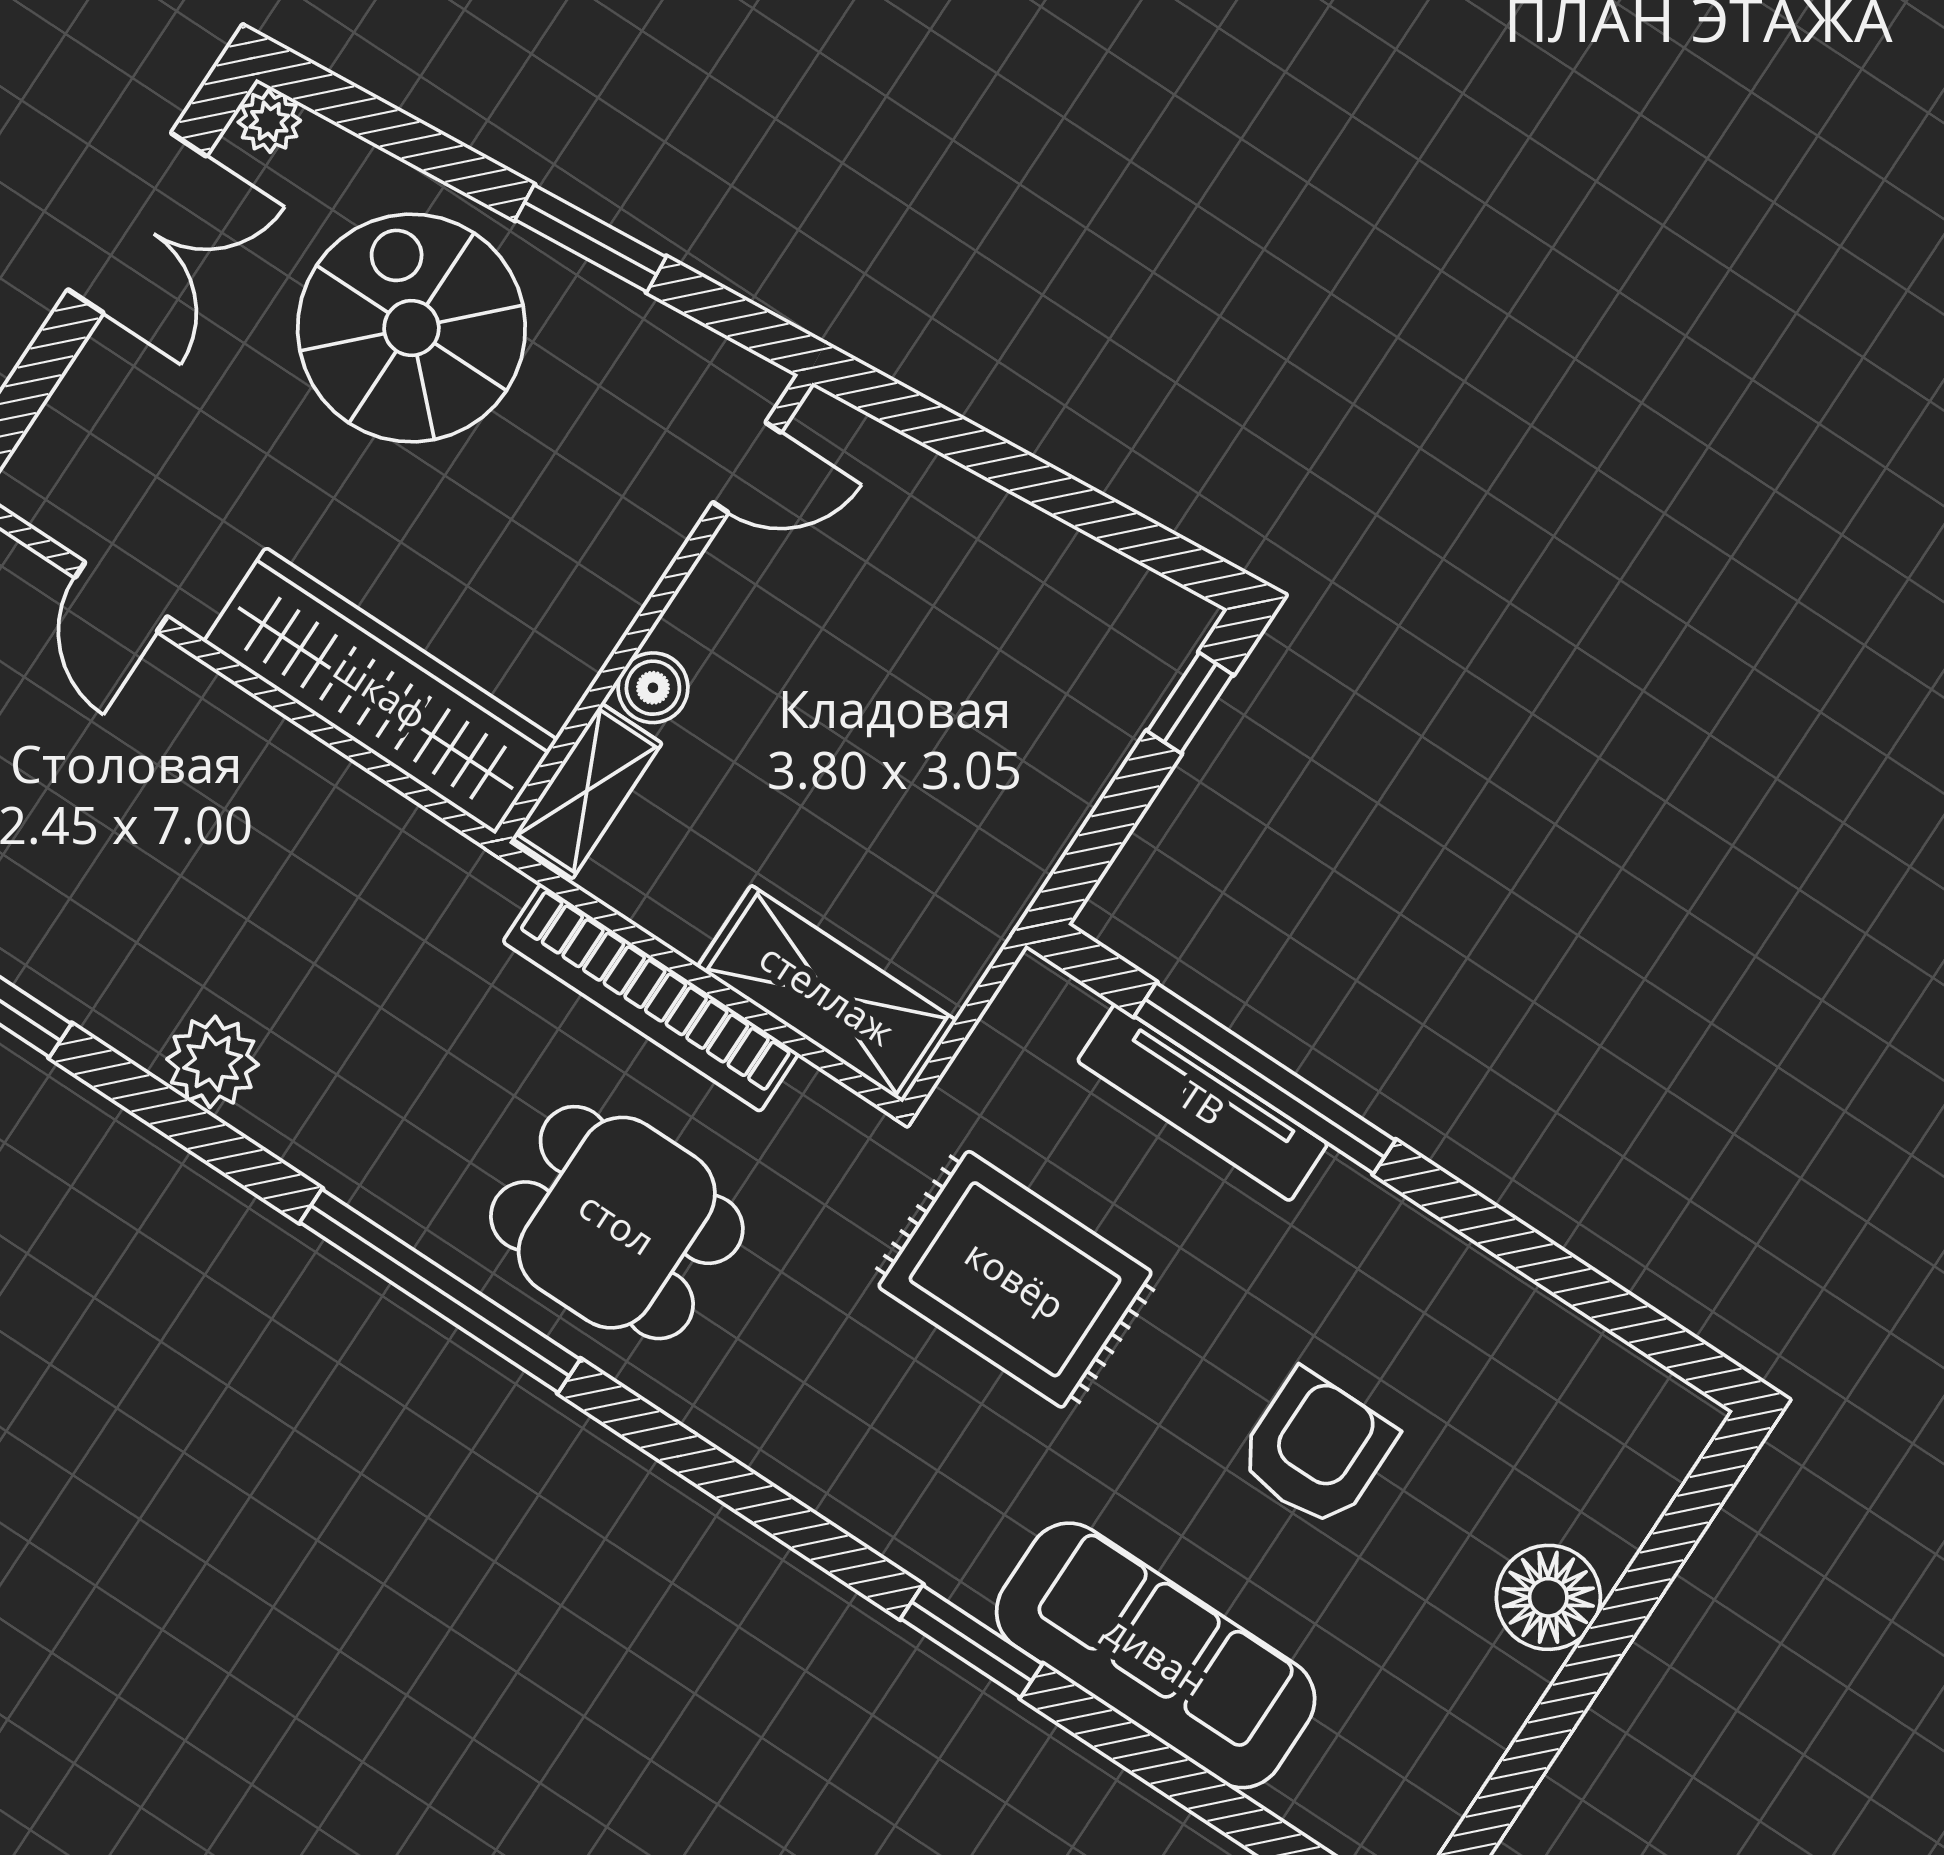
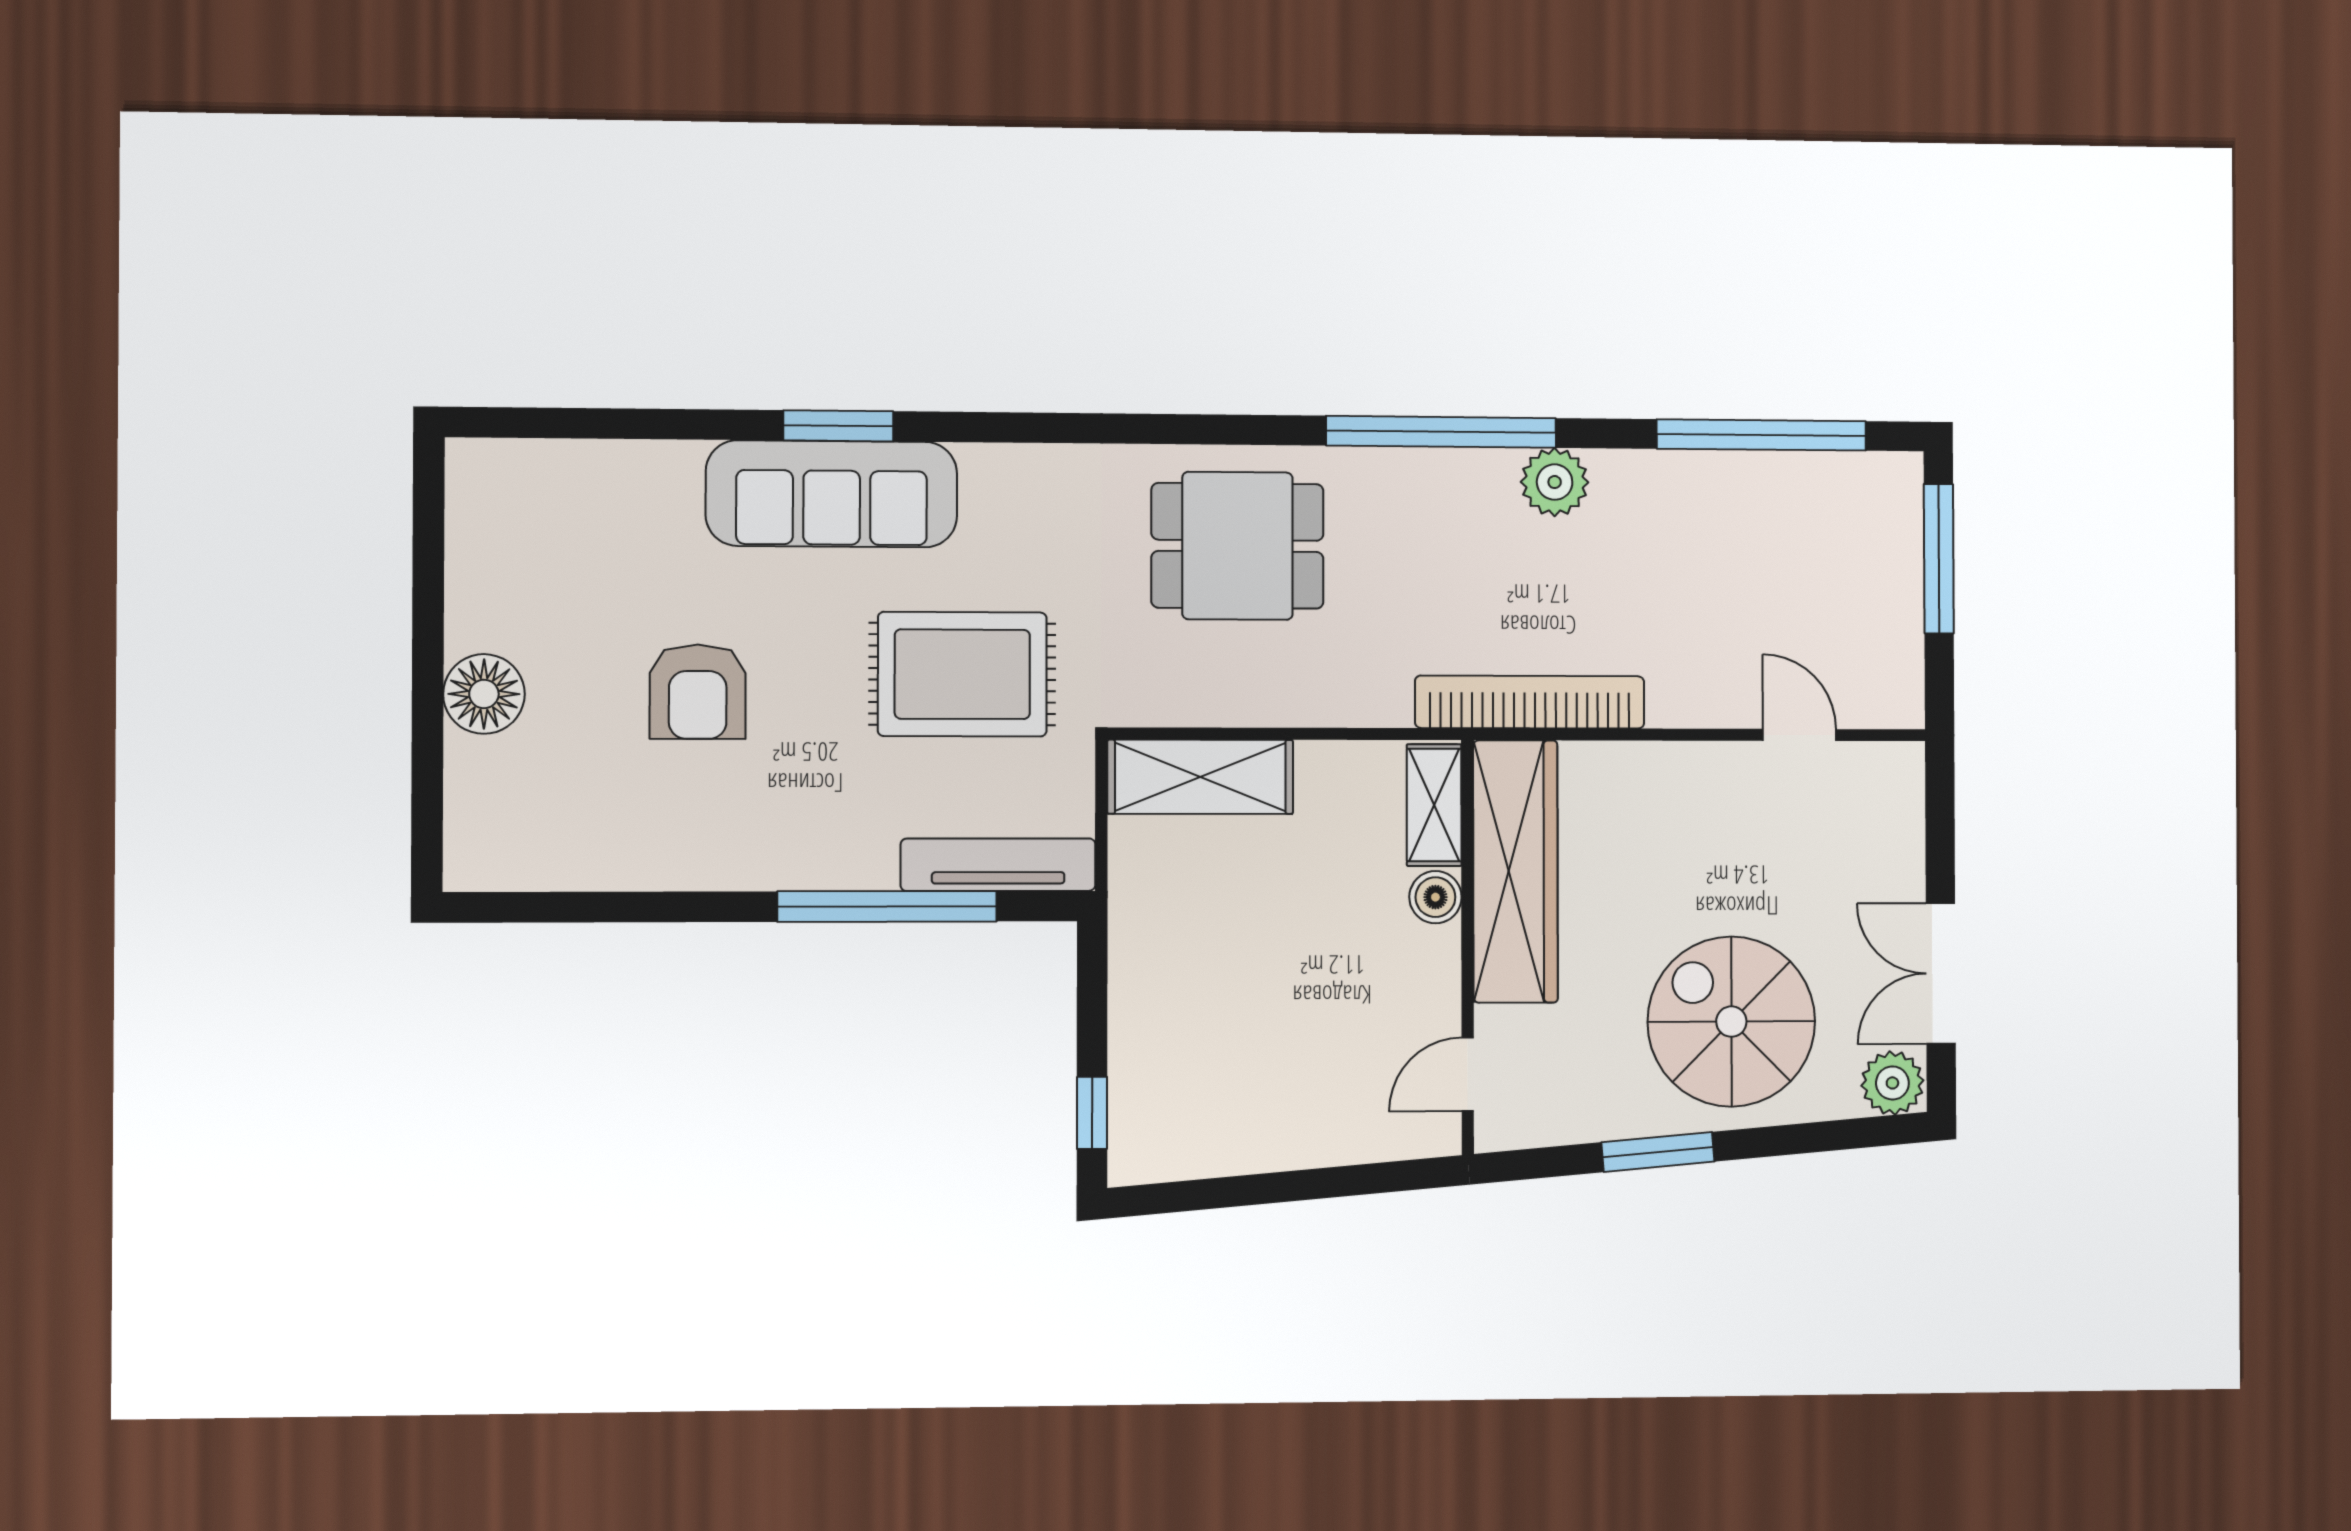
plant: (269, 121) -> (1892, 1083), width x1.38, depth x1.38
spiral stairs: (411, 328) -> (1731, 1022), turned 180
wardrobe: (381, 691) -> (1515, 871), moved, turned -90
bookcase: (651, 998) -> (1530, 702), moved
tv unit: (1202, 1103) -> (998, 865), moved
window: (440, 1291) -> (1441, 432), moved
sofa: (1156, 1655) -> (832, 494), moved

